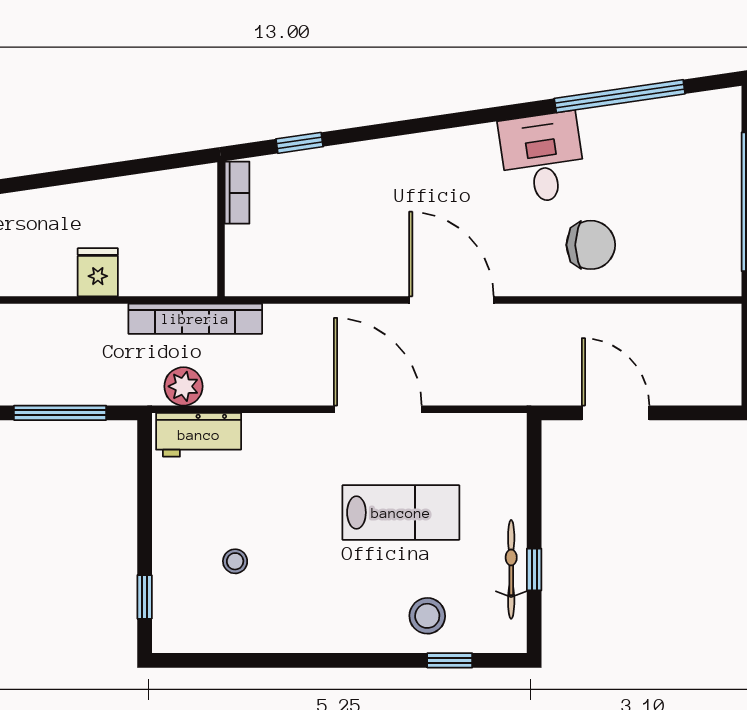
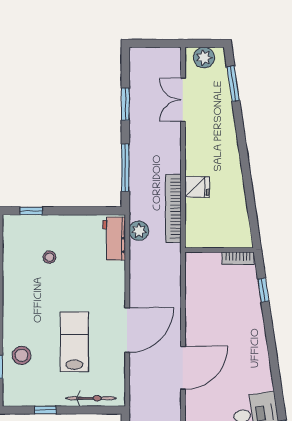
bookcase: (195, 319) -> (173, 208), moved
lab bench: (401, 513) -> (74, 342), turned 180
bicycle: (511, 569) -> (91, 398), moved

